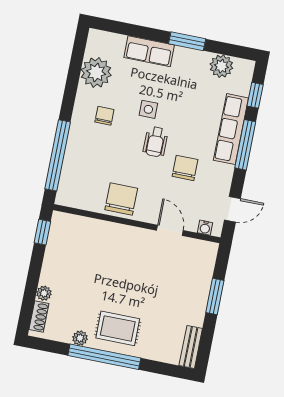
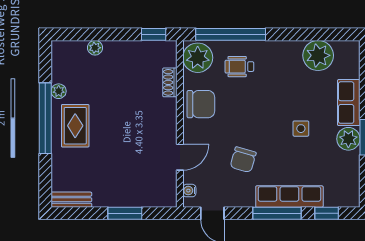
plant: (221, 66) -> (348, 139), moved
side table: (148, 109) -> (301, 129), moved
chair: (104, 116) -> (278, 72), removed
wheelchair: (156, 142) -> (239, 67), moved
chair: (185, 168) -> (243, 160), turned 106
plant: (74, 193) -> (198, 58), added
shoe rack: (39, 317) -> (170, 82), moved, turned 90

